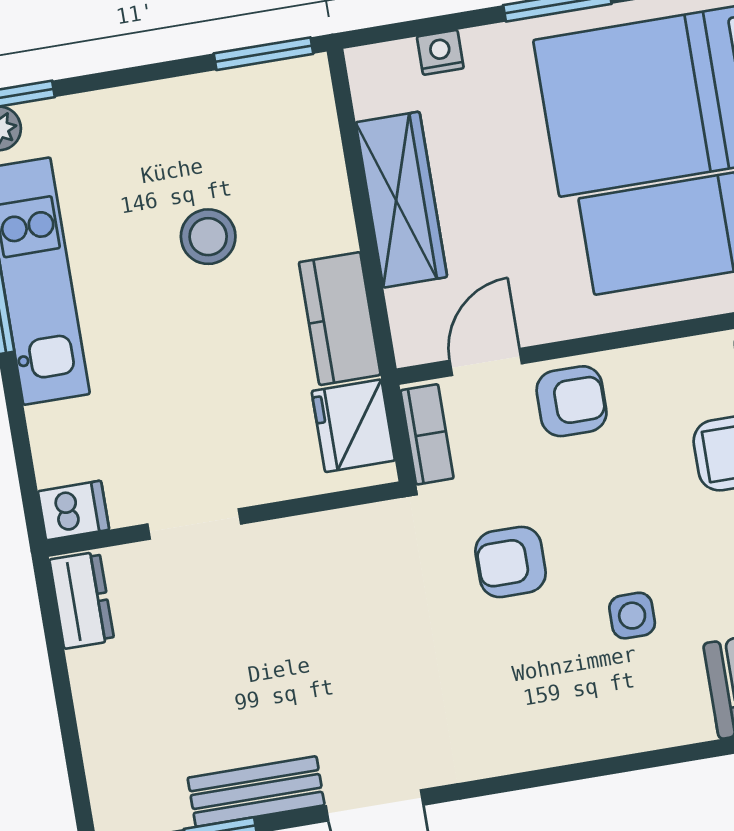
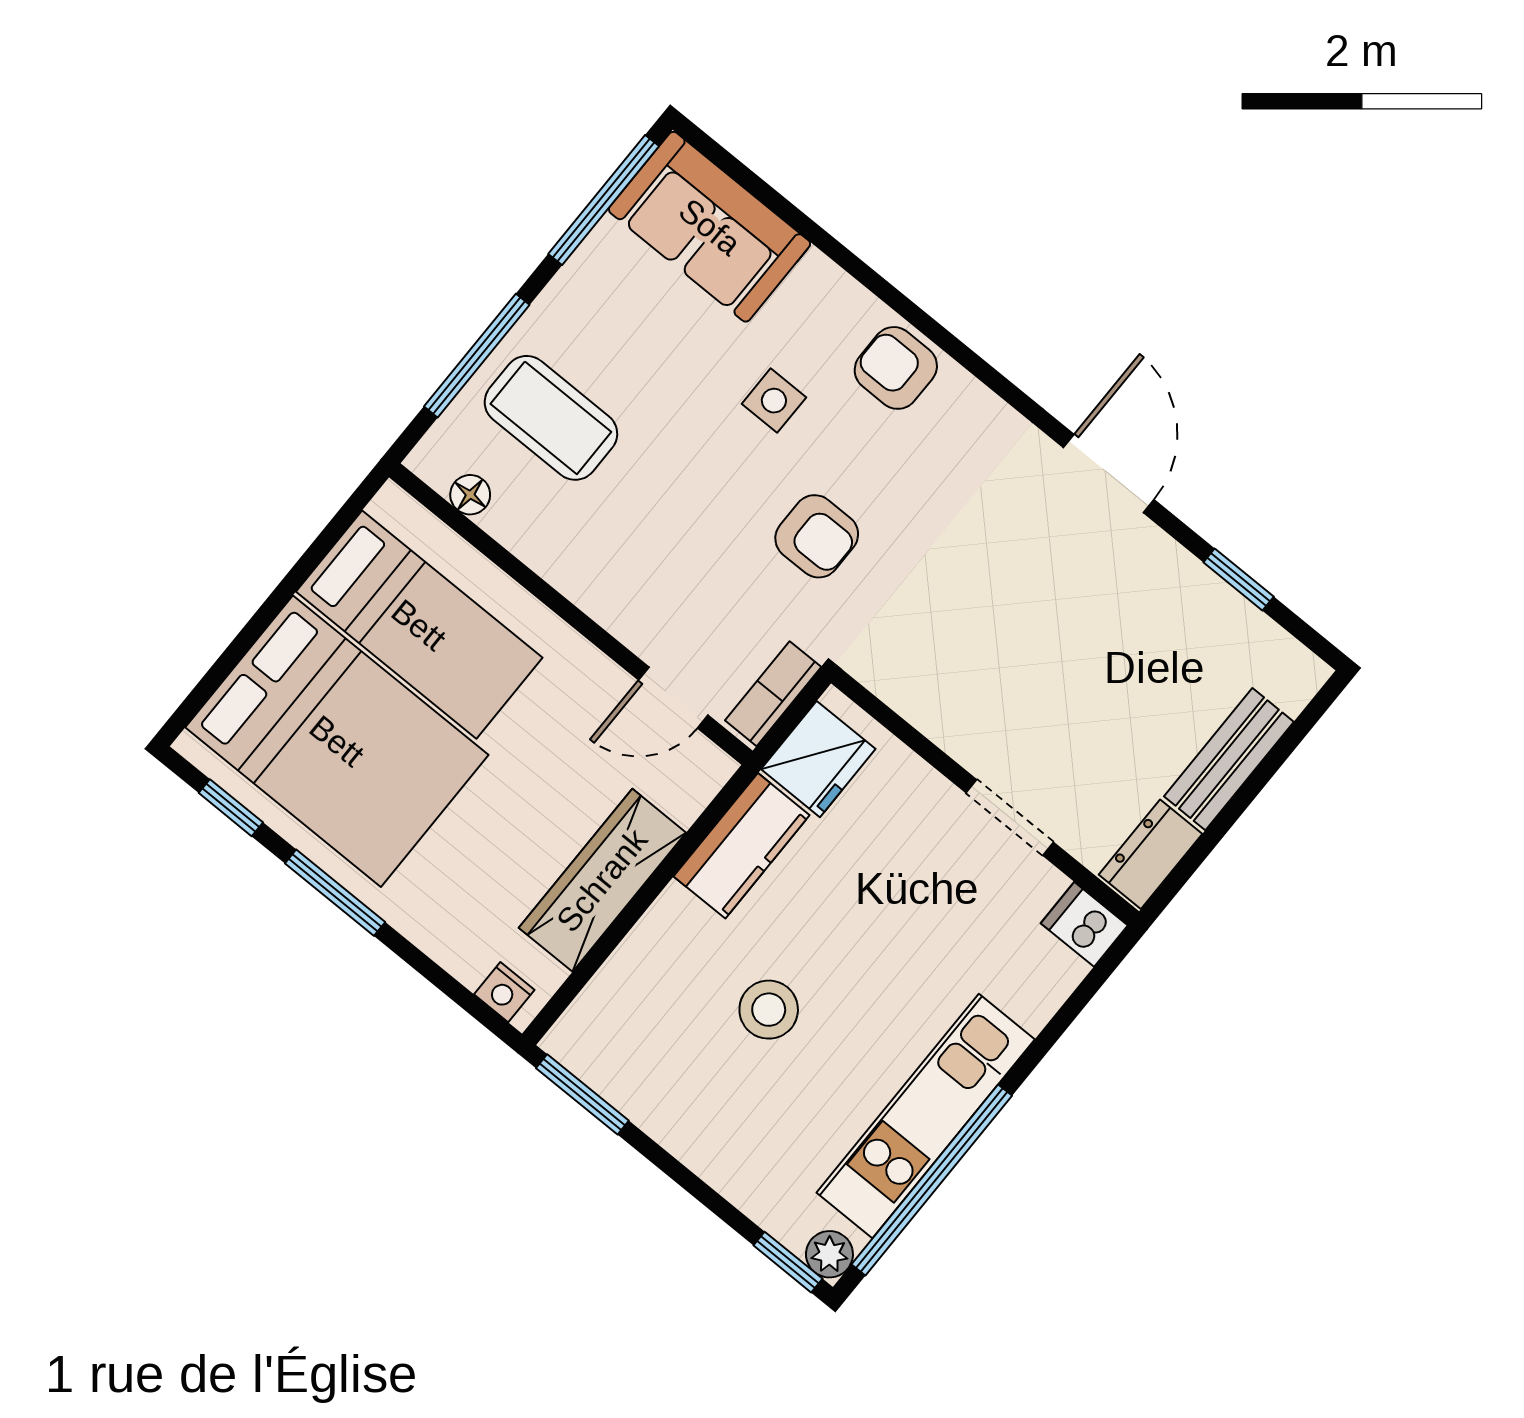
nightstand: (440, 52) -> (504, 992), moved
armchair: (572, 401) -> (896, 368), moved
bench: (256, 791) -> (1229, 759), moved, turned 90

